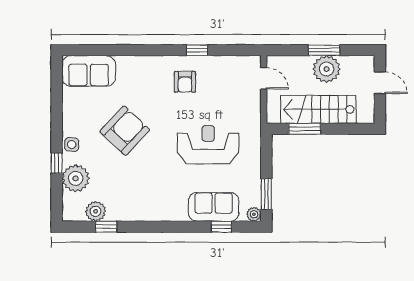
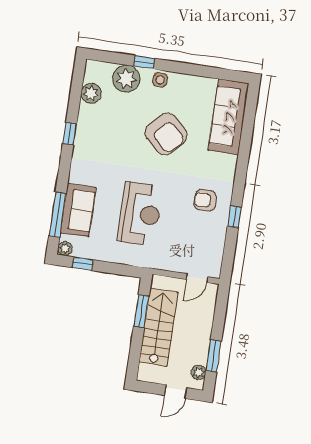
window: (324, 50) -> (214, 356), moved
plant: (327, 69) -> (199, 372), moved, width x0.53, depth x0.53
sofa: (89, 71) -> (229, 117), width x1.36
window: (266, 194) -> (83, 264), width x0.67
window: (106, 227) -> (70, 134), moved
window: (221, 227) -> (57, 215), width x2.17

